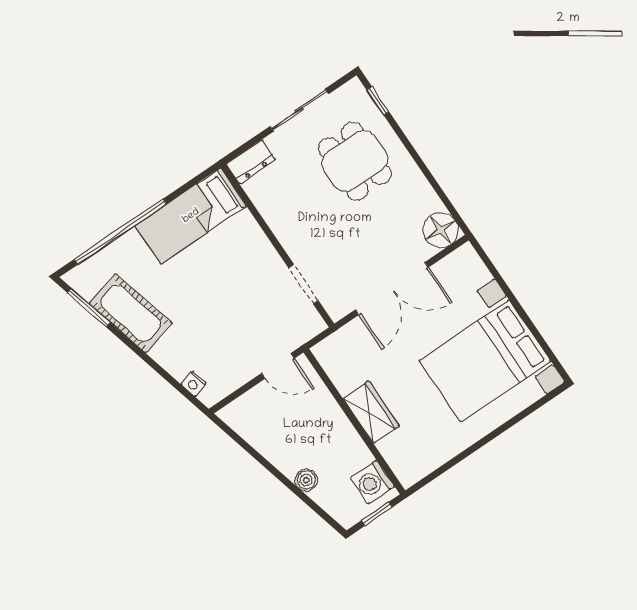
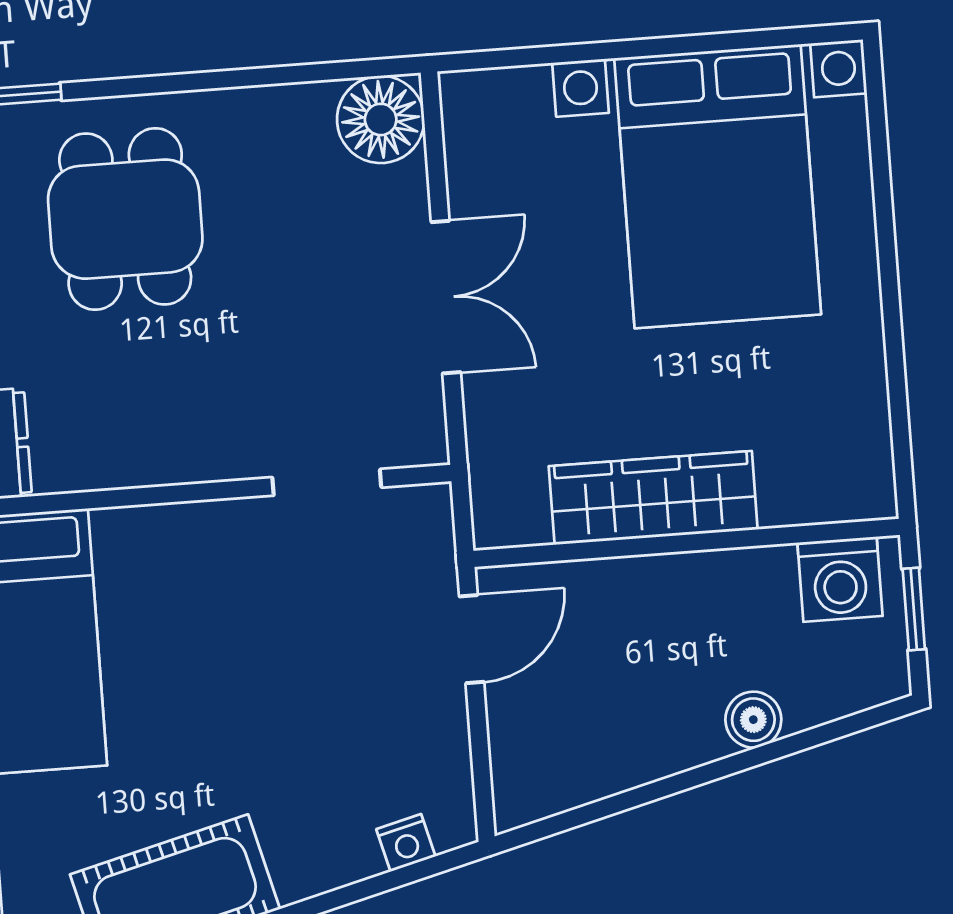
dining table: (355, 161) -> (125, 219), turned 90
double door: (392, 288) -> (446, 297), width x0.73
wardrobe: (371, 412) -> (653, 498), width x1.50

